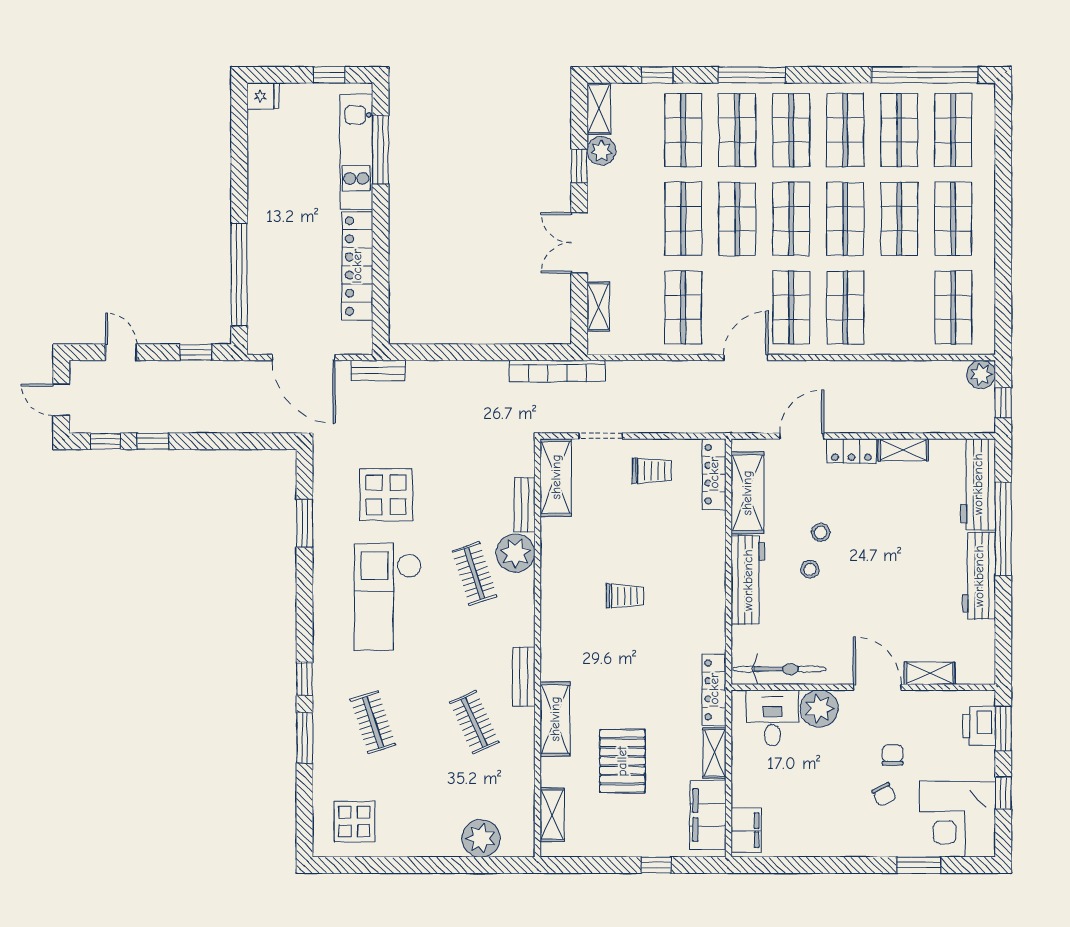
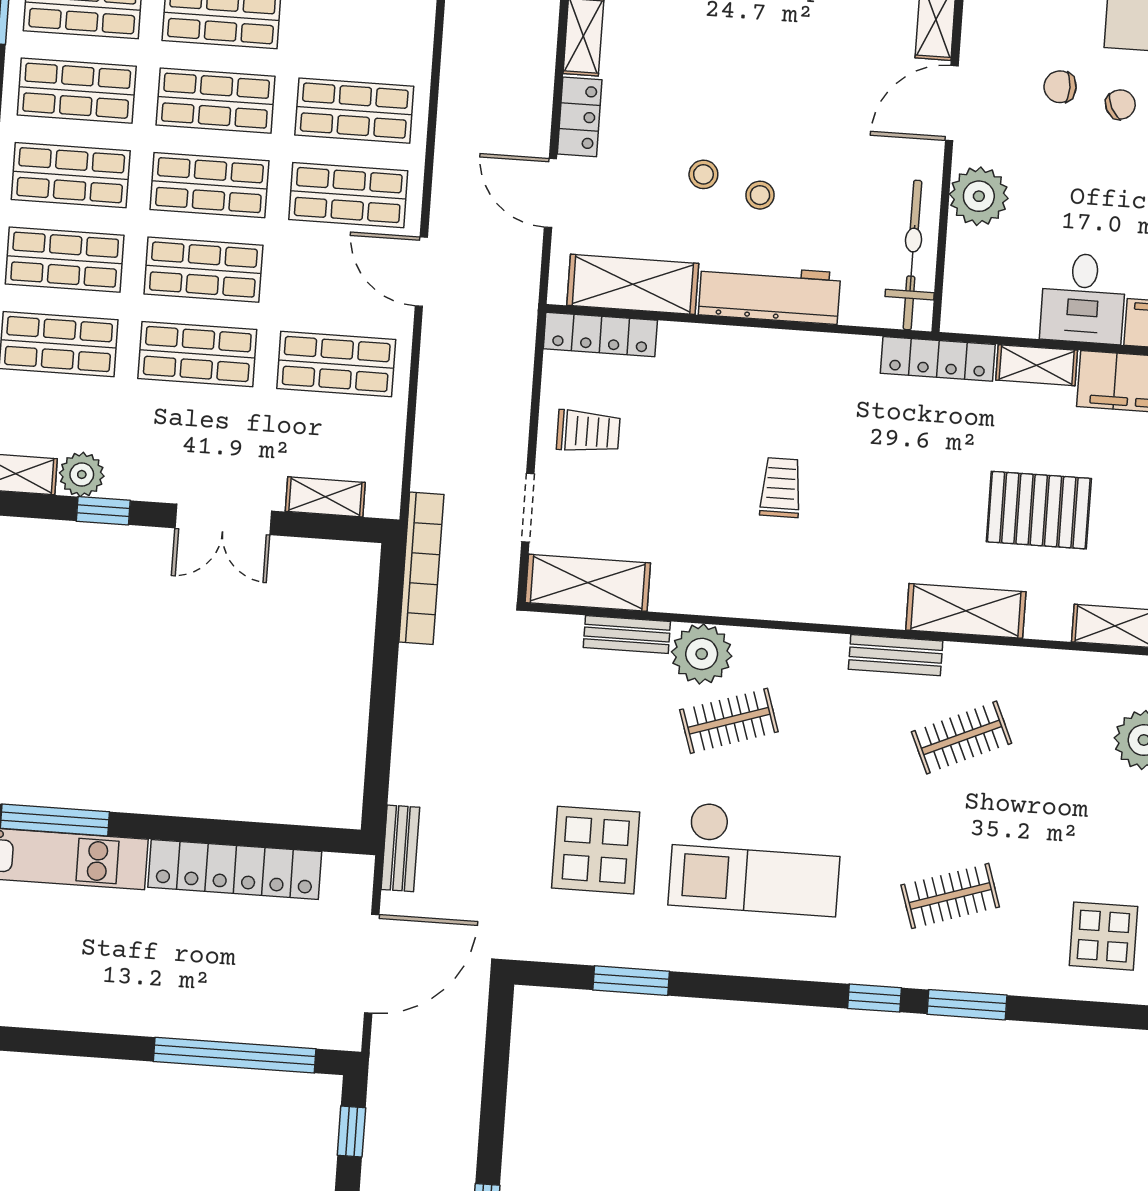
trolley: (652, 471) -> (588, 431), turned 90
desk: (772, 718) -> (1083, 298), moved, turned -90

